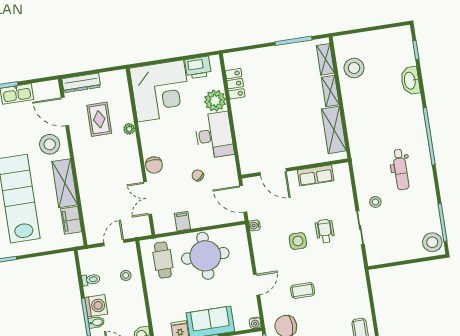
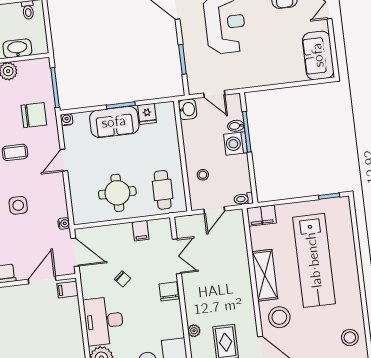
filing cabinet: (249, 164) -> (68, 290), added
door: (273, 172) -> (42, 280), hinge flipped
filing cabinet: (71, 220) -> (261, 216), moved, turned 90
round table: (205, 256) -> (117, 193), width x0.73, depth x0.73
toilet: (91, 280) -> (244, 199), moved

